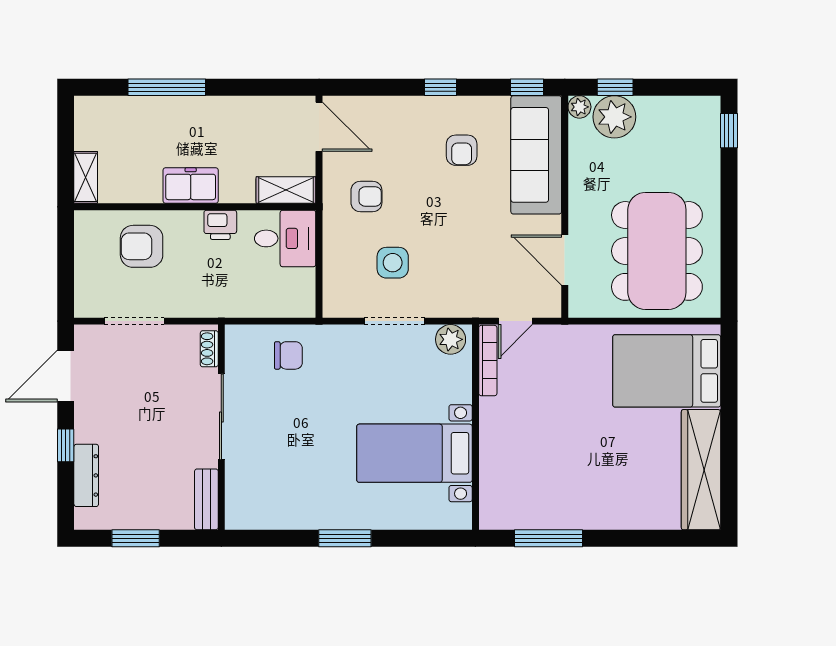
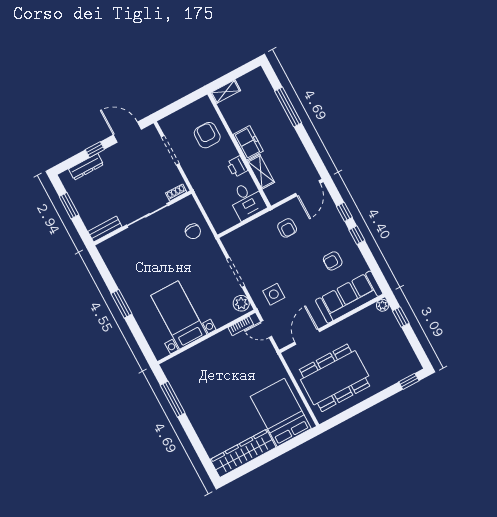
window: (527, 87) -> (344, 212), moved
plant: (614, 117) -> (387, 324), removed
shelving: (286, 190) -> (261, 172), moved
side table: (393, 263) -> (274, 294), moved
bookcase: (488, 361) -> (241, 326), width x0.64

